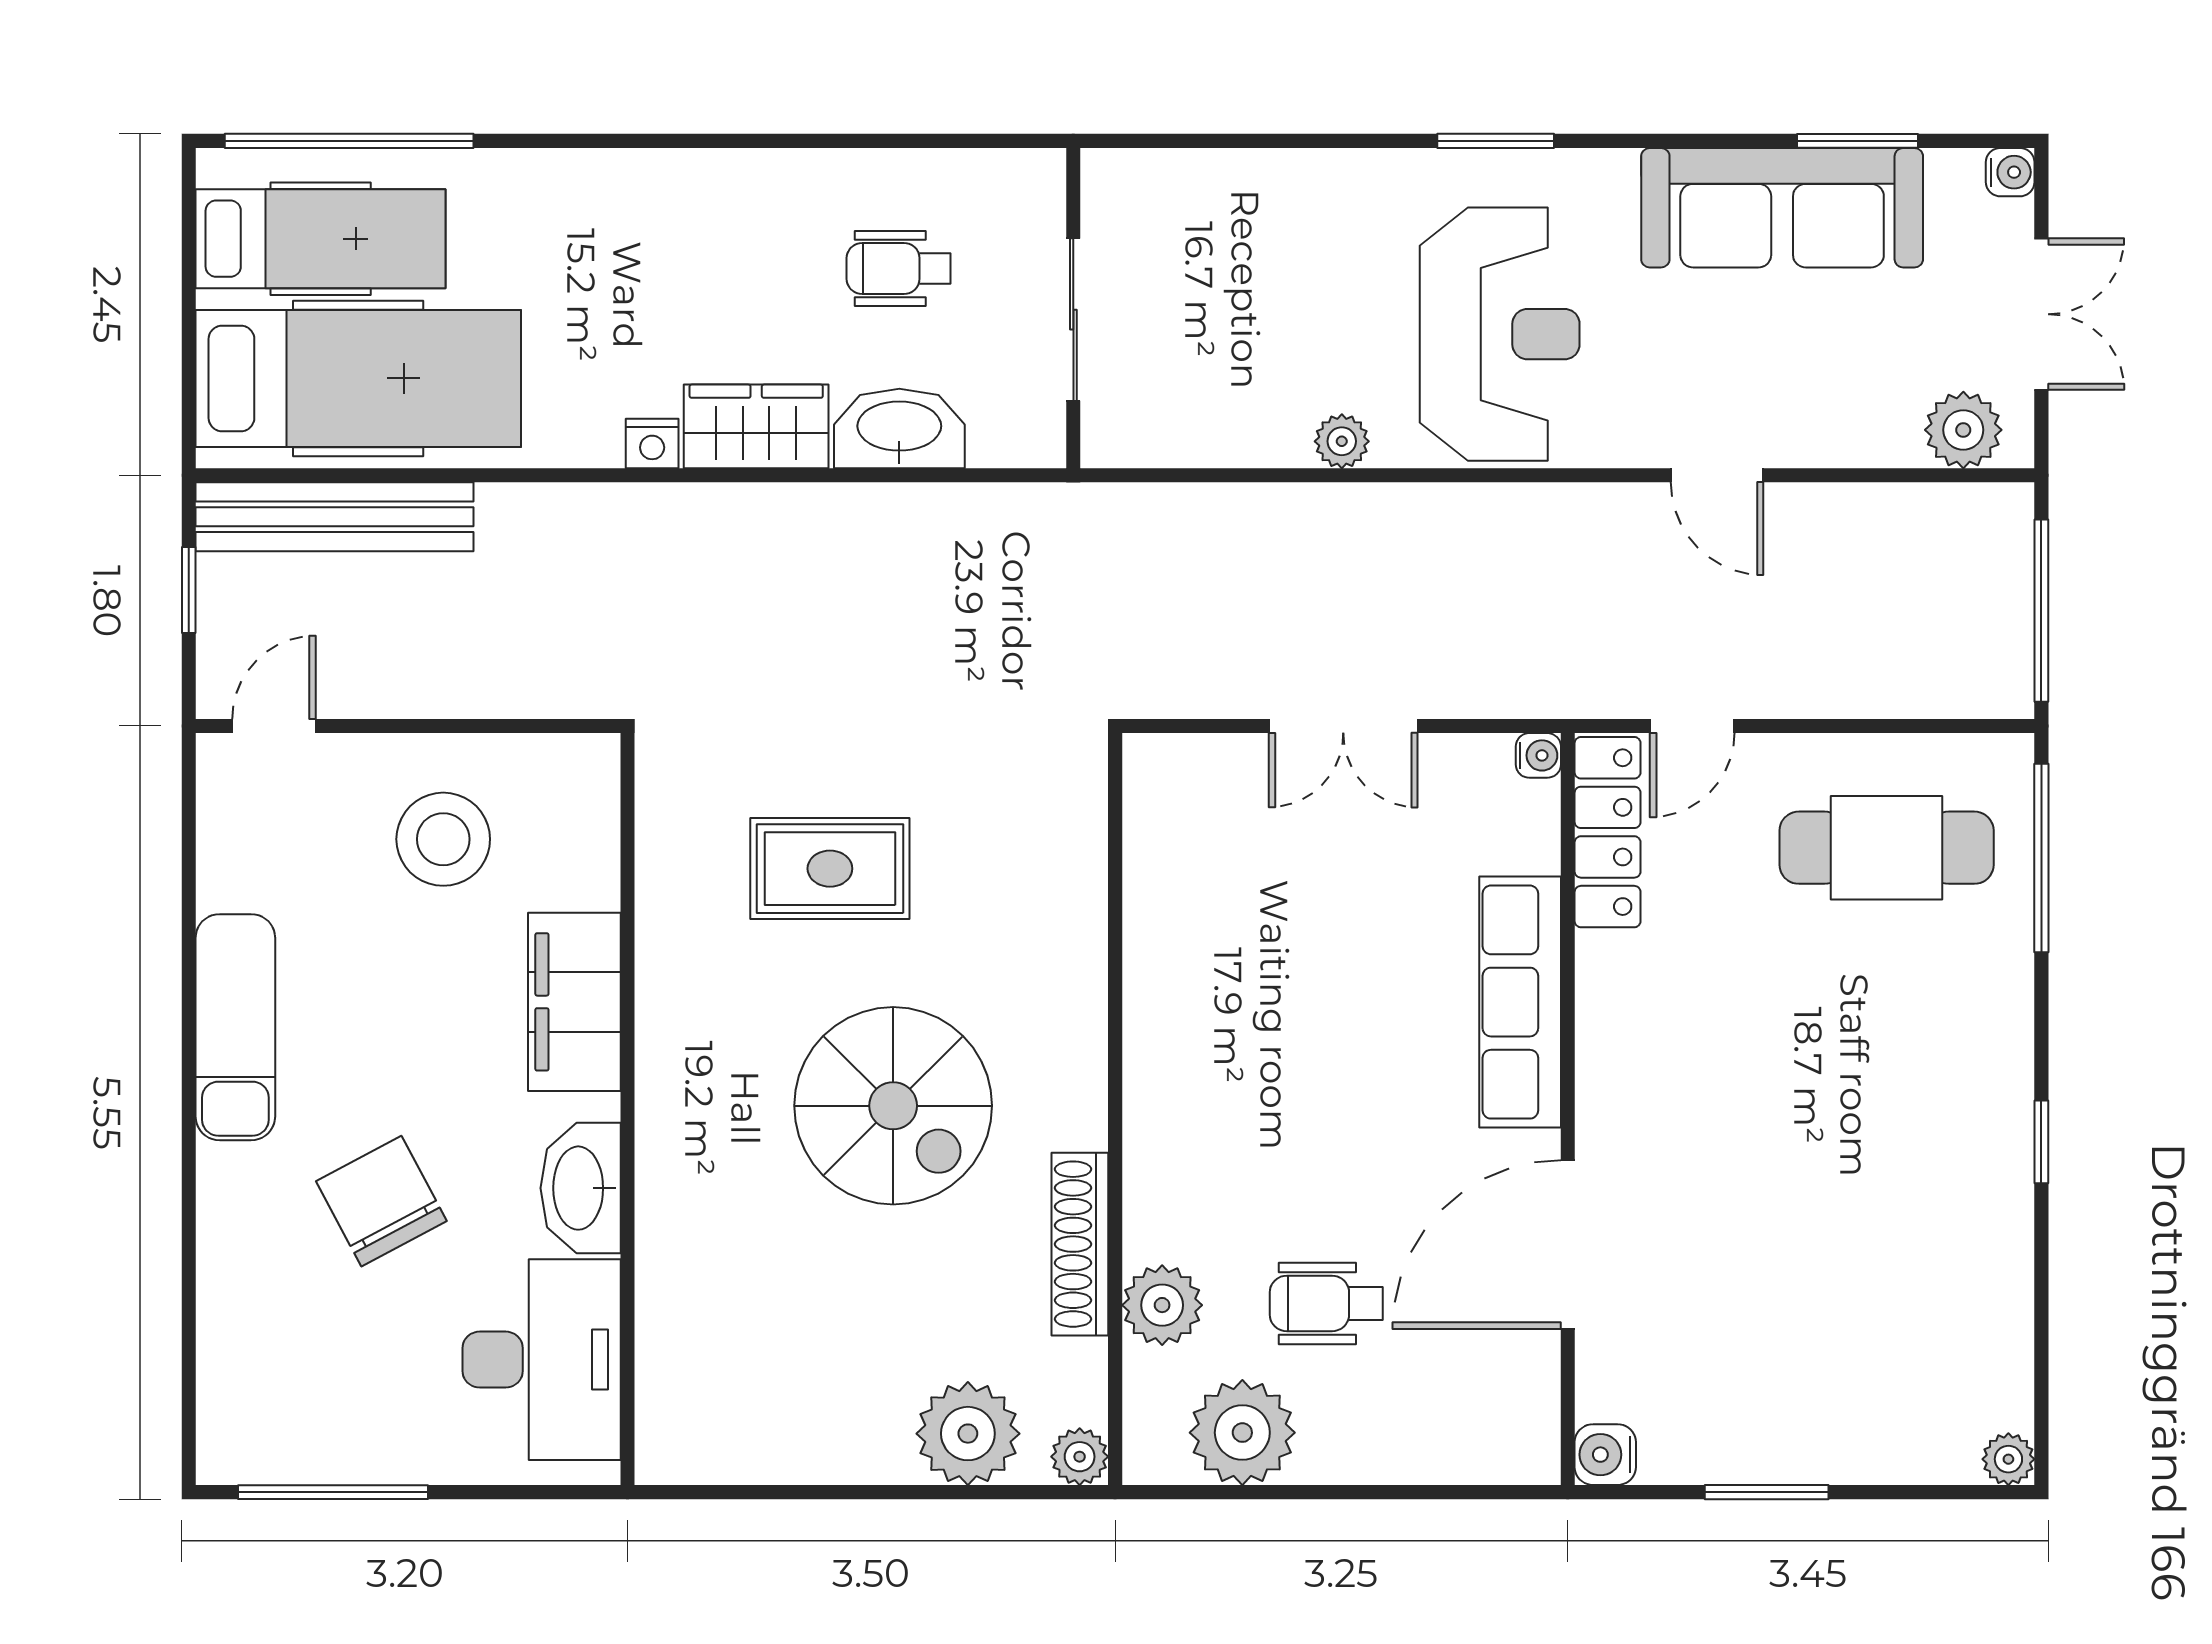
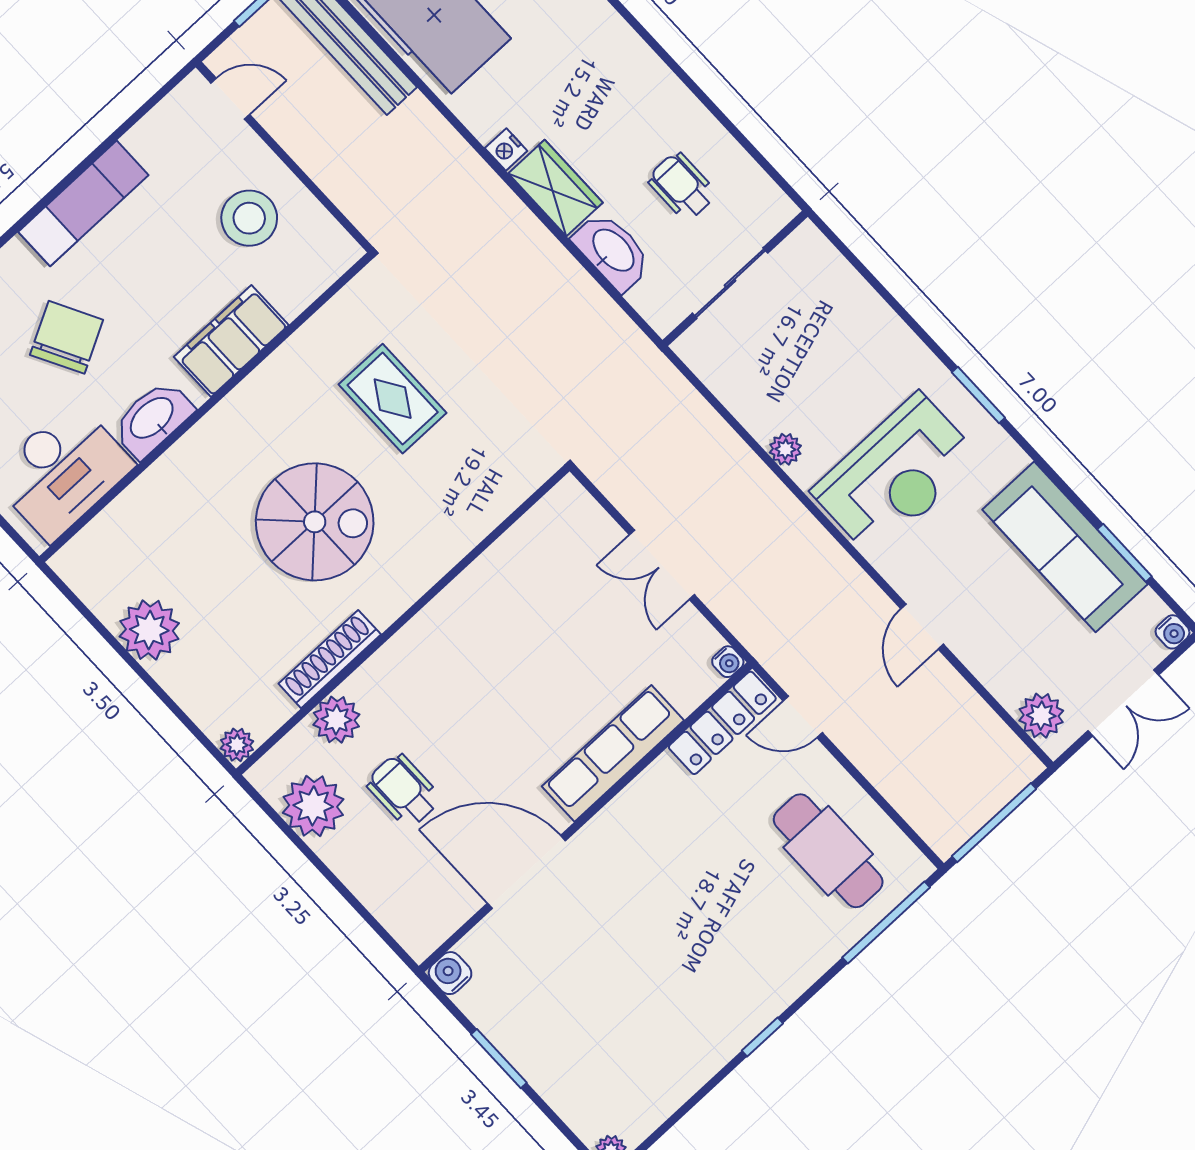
spiral stairs: (893, 1106) -> (315, 522), turned -90
plant: (968, 1434) -> (149, 630), moved

